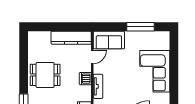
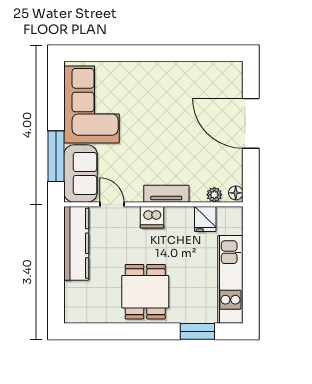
window: (141, 27) -> (56, 156), moved
corner sofa: (155, 71) -> (92, 104), moved, turned -90

